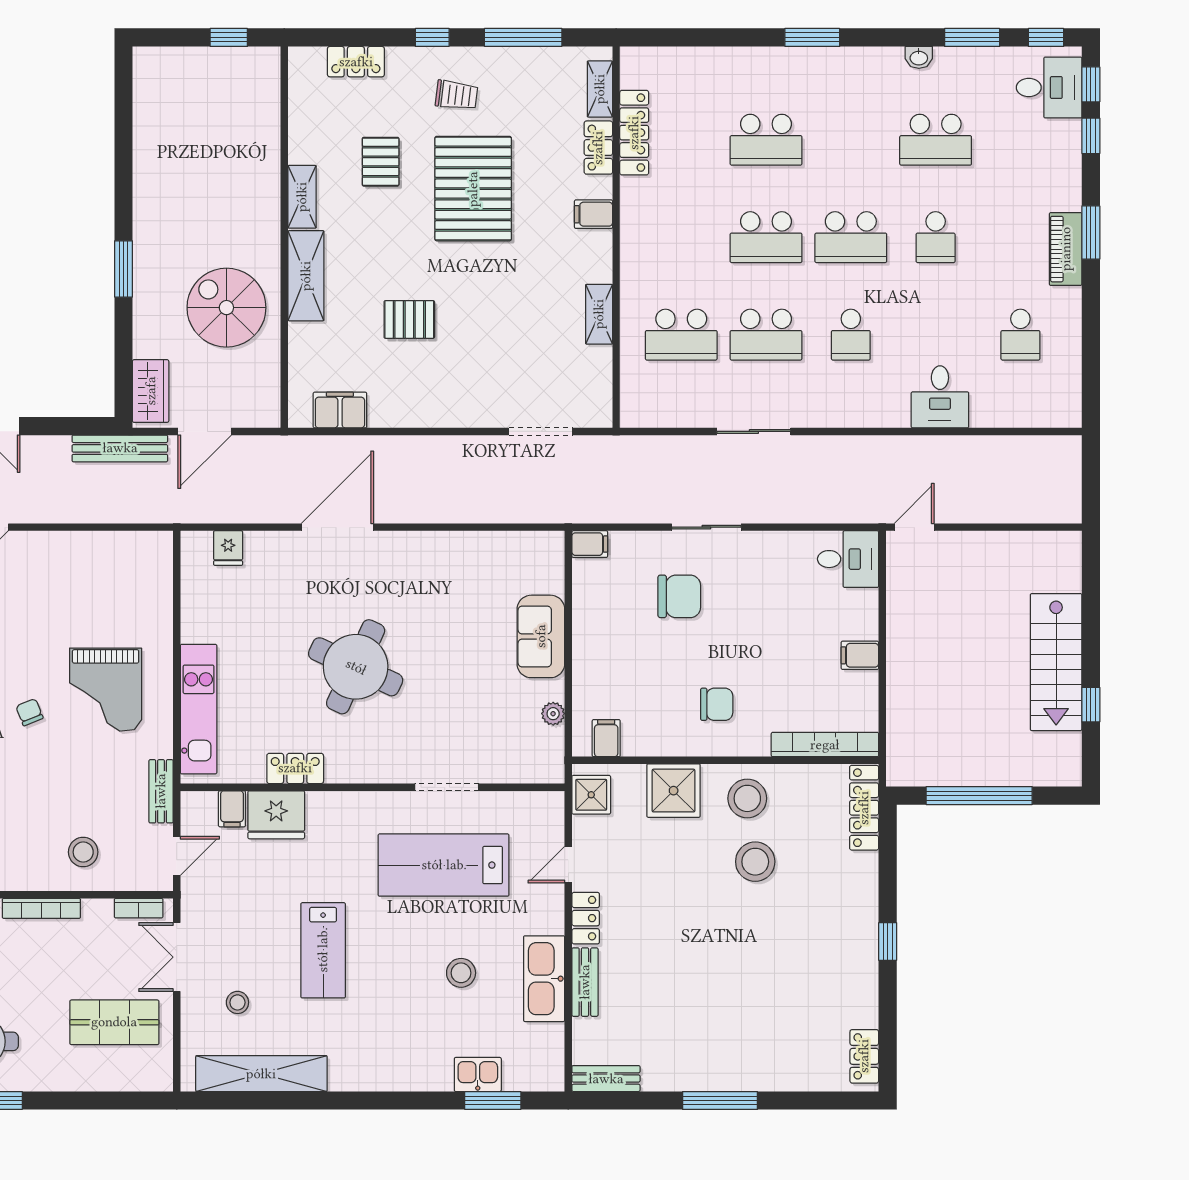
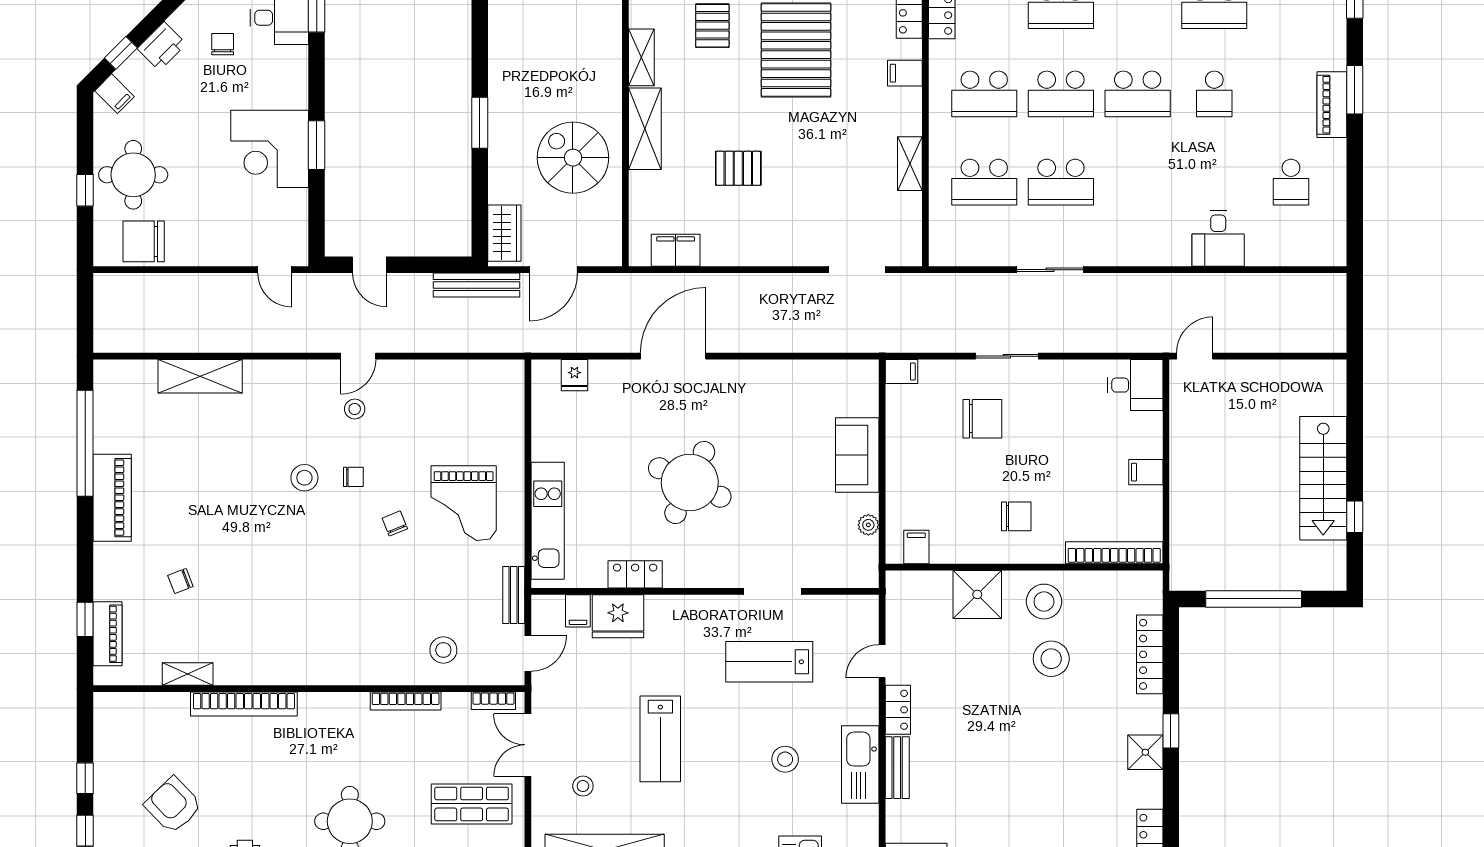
school desk: (851, 335) -> (984, 94), moved, width x1.85
shower: (591, 795) -> (1145, 752), moved
locker: (864, 808) -> (1150, 654), moved
lab bench: (444, 865) -> (769, 662), width x0.73, depth x0.72

